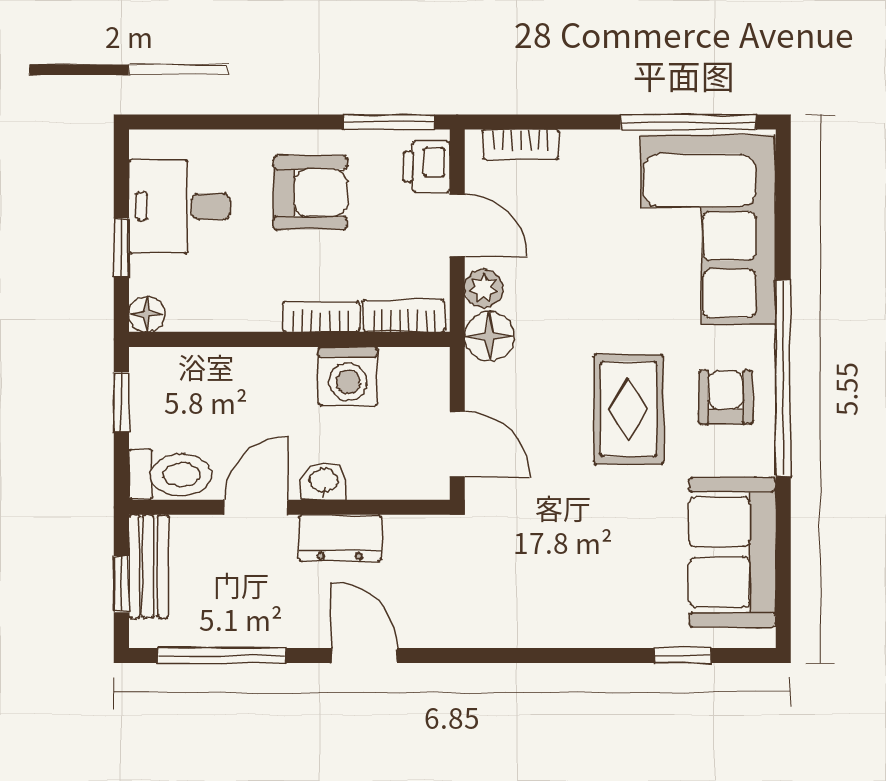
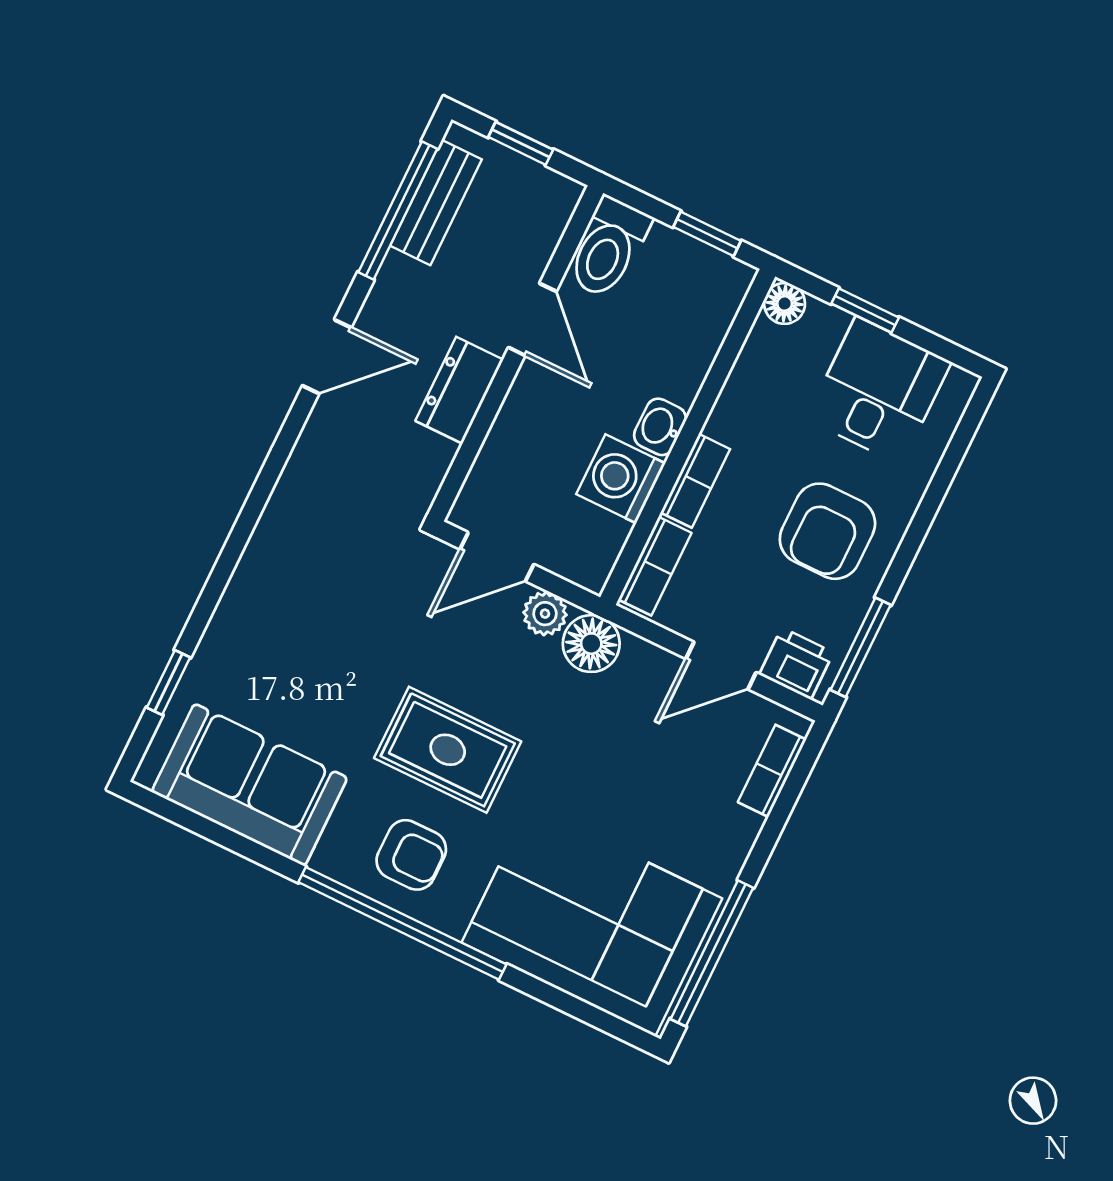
plant: (484, 288) -> (545, 614), moved
washbasin: (324, 482) -> (660, 427), moved, turned 180
bench: (149, 566) -> (436, 202), moved, turned 90

